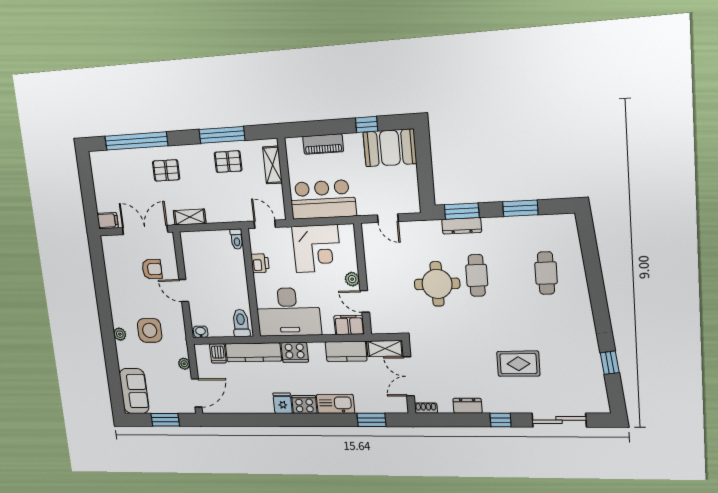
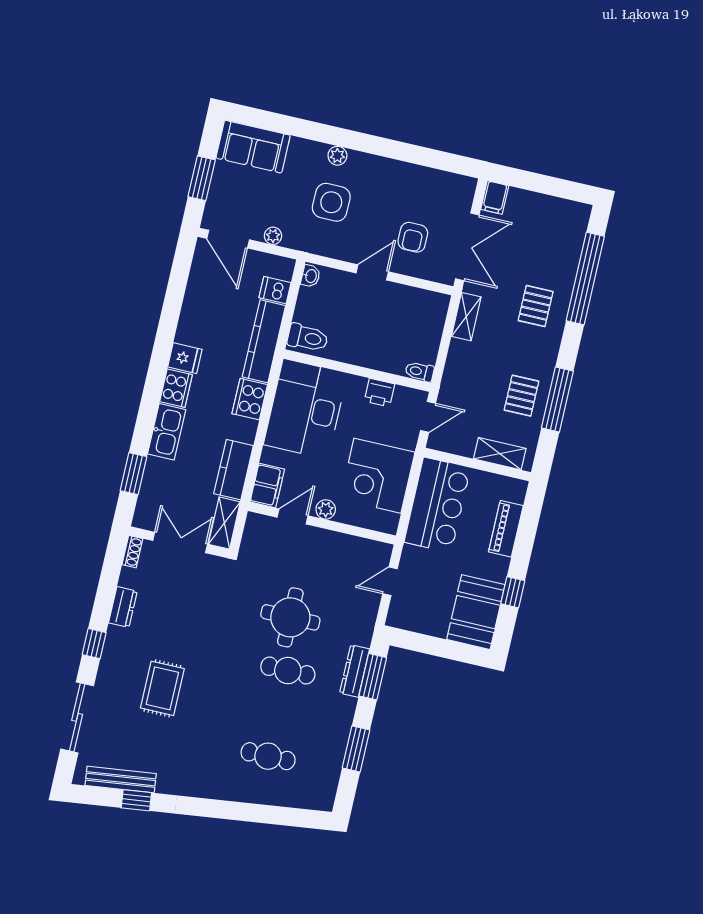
bench: (597, 378) -> (121, 780), added

